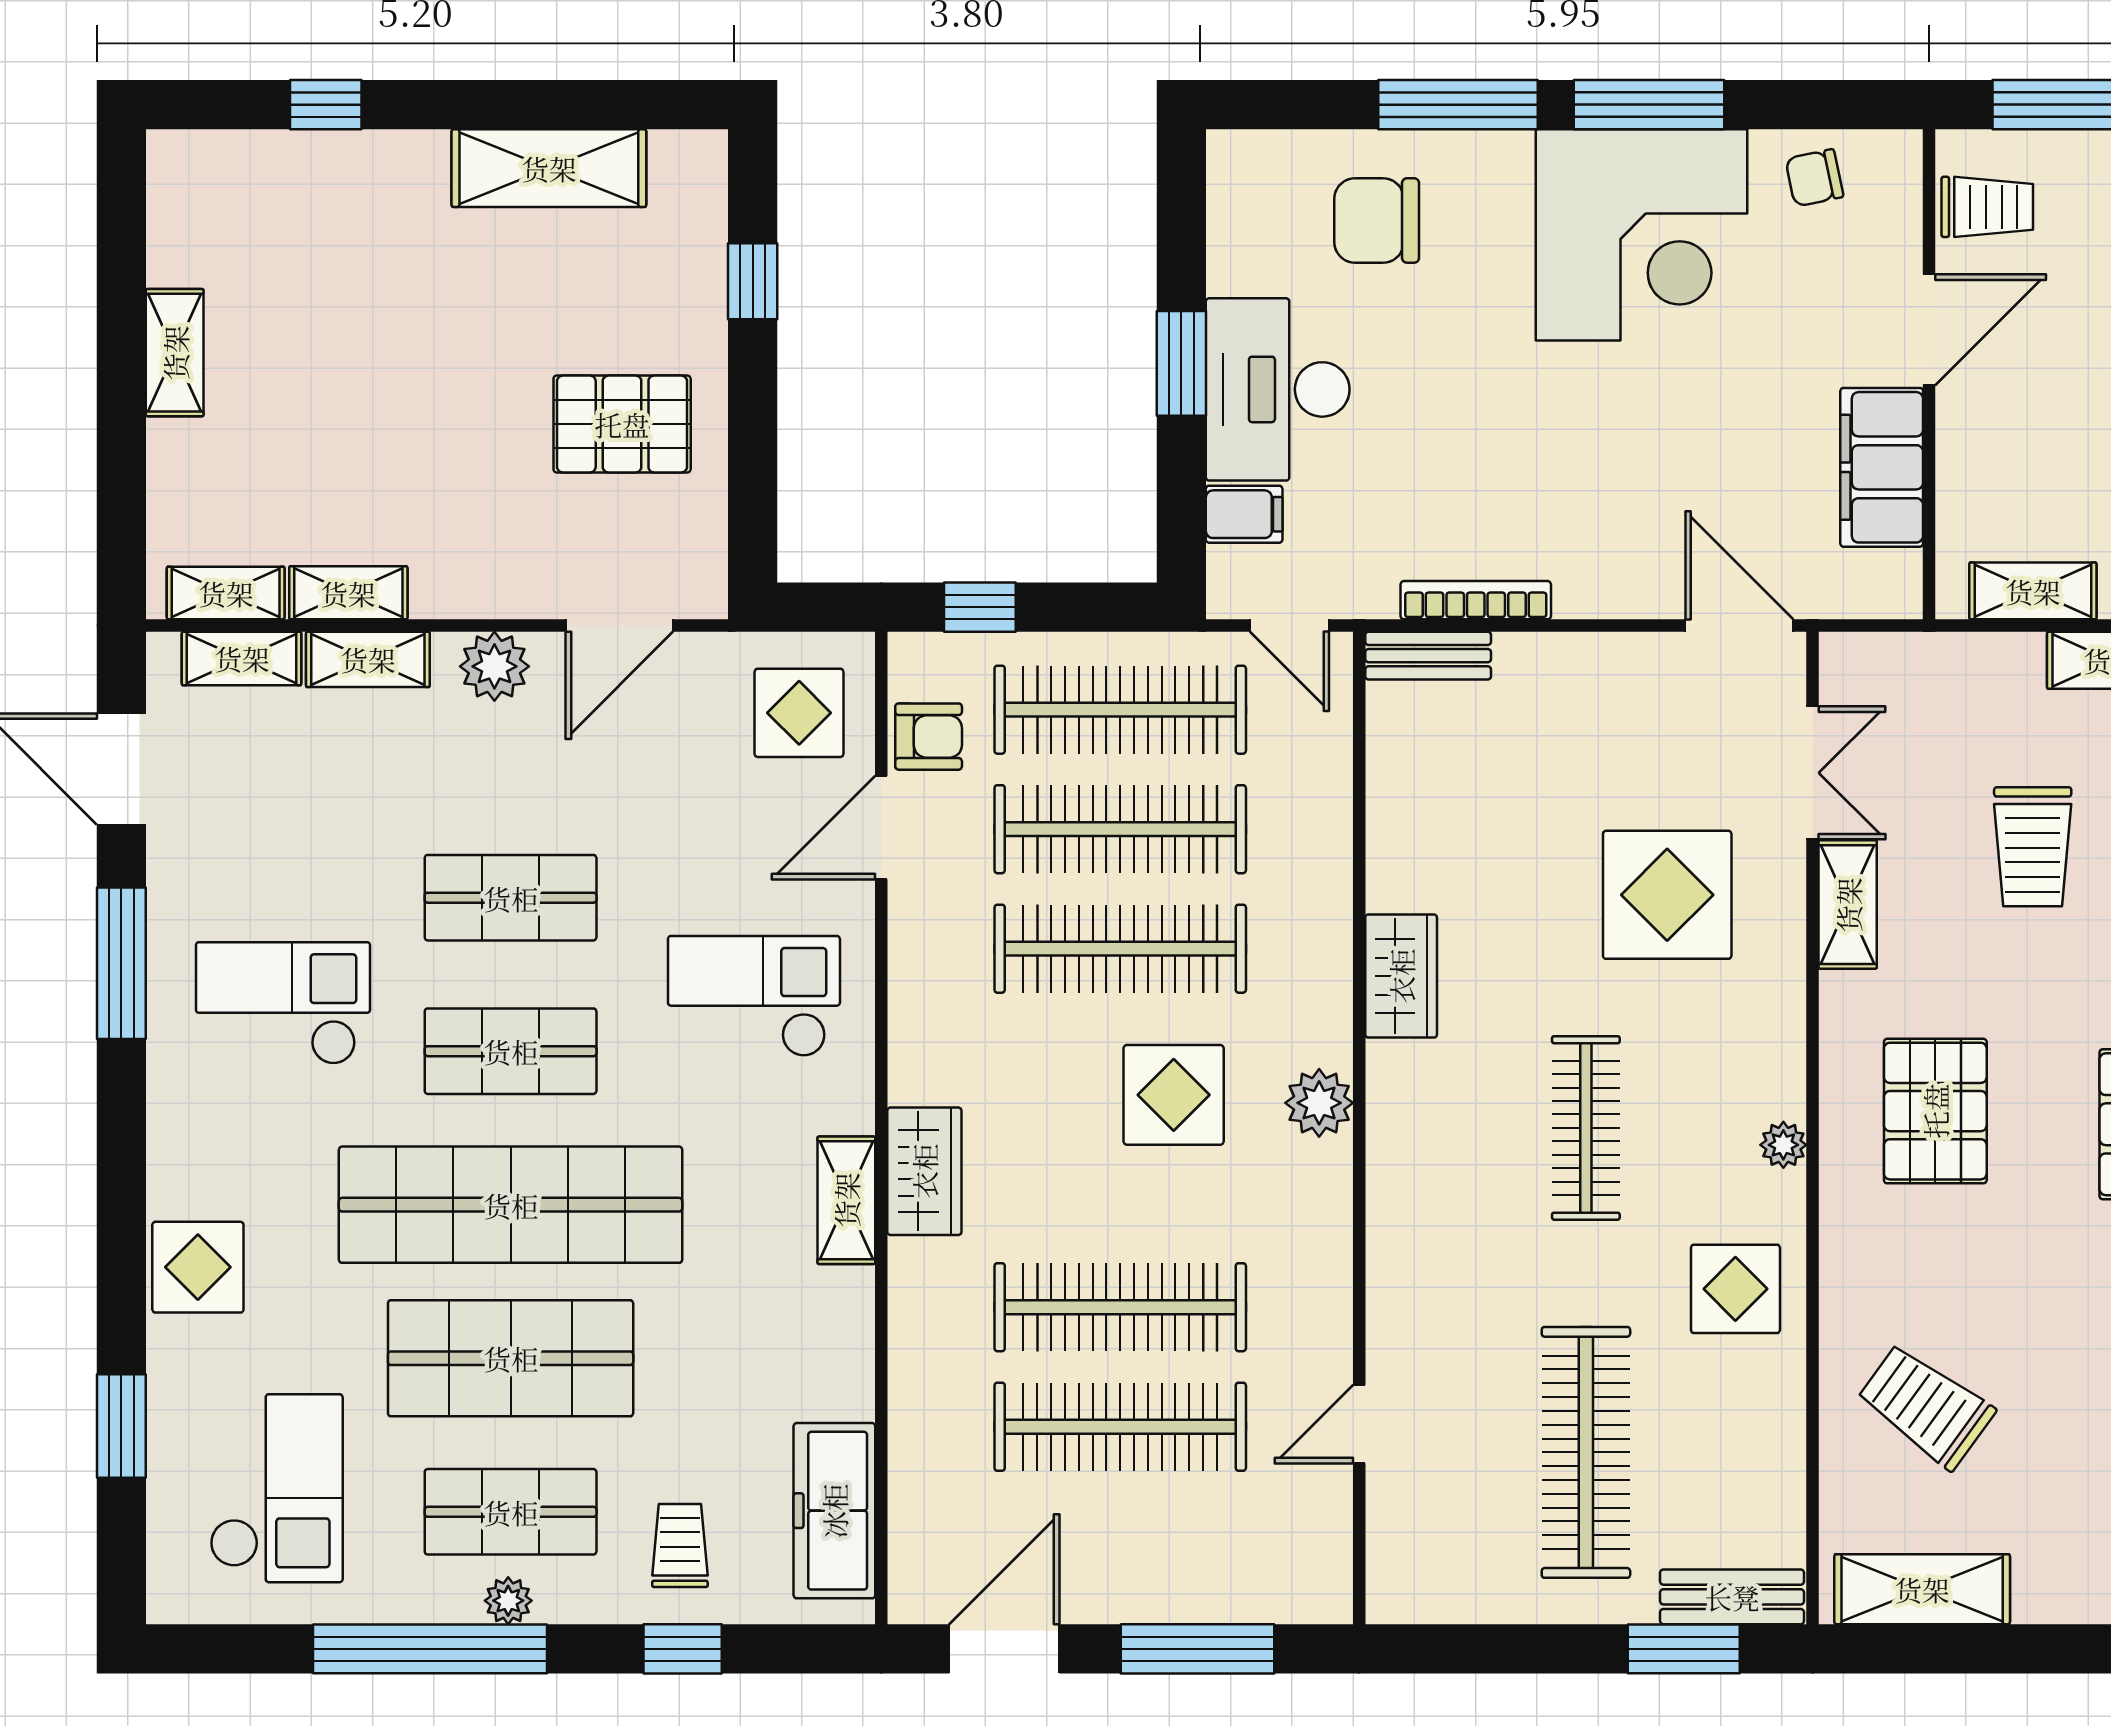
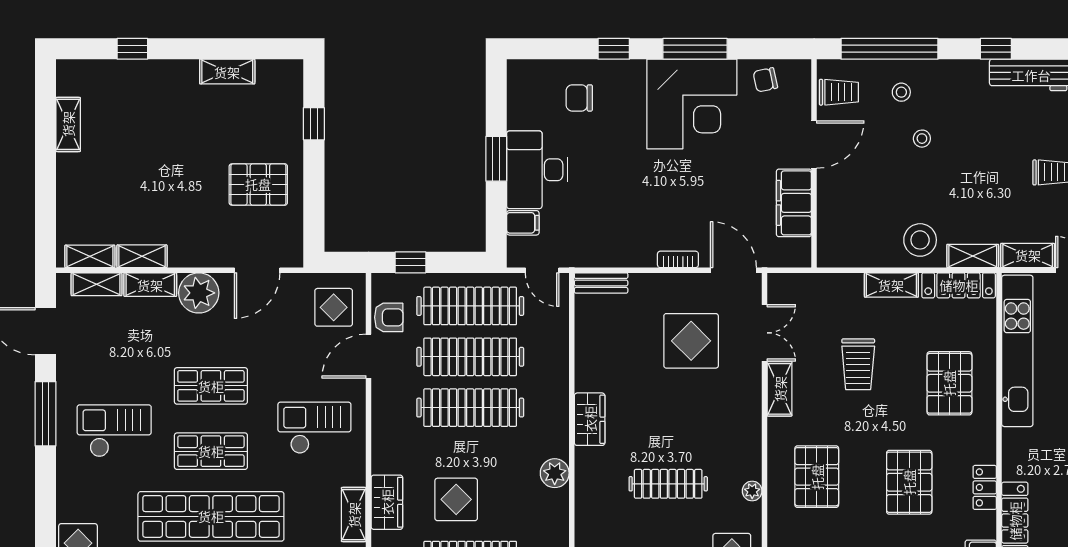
window: (1458, 105) -> (614, 49), width x0.46
shelving: (549, 168) -> (227, 72), width x0.67, depth x0.75
chair: (1377, 220) -> (579, 98), width x0.73, depth x0.73
shelving: (175, 353) -> (68, 124), moved
shelving: (2033, 591) -> (858, 255), removed
bookcase: (1476, 600) -> (678, 259), moved, width x0.64
plant: (494, 666) -> (199, 293), width x1.36, depth x1.36
display table: (1667, 895) -> (691, 341), moved
display table: (1174, 1095) -> (456, 499), moved
clothes rail: (1586, 1128) -> (668, 484), turned 90

